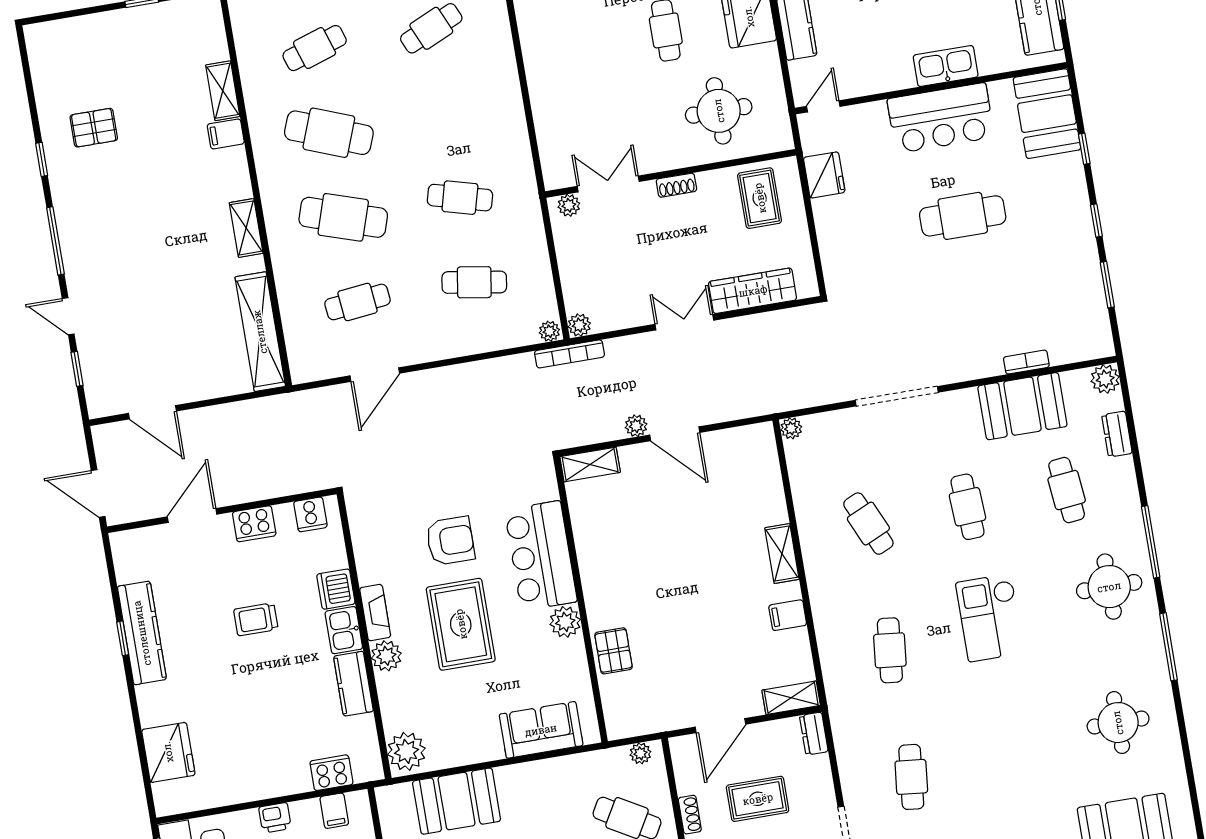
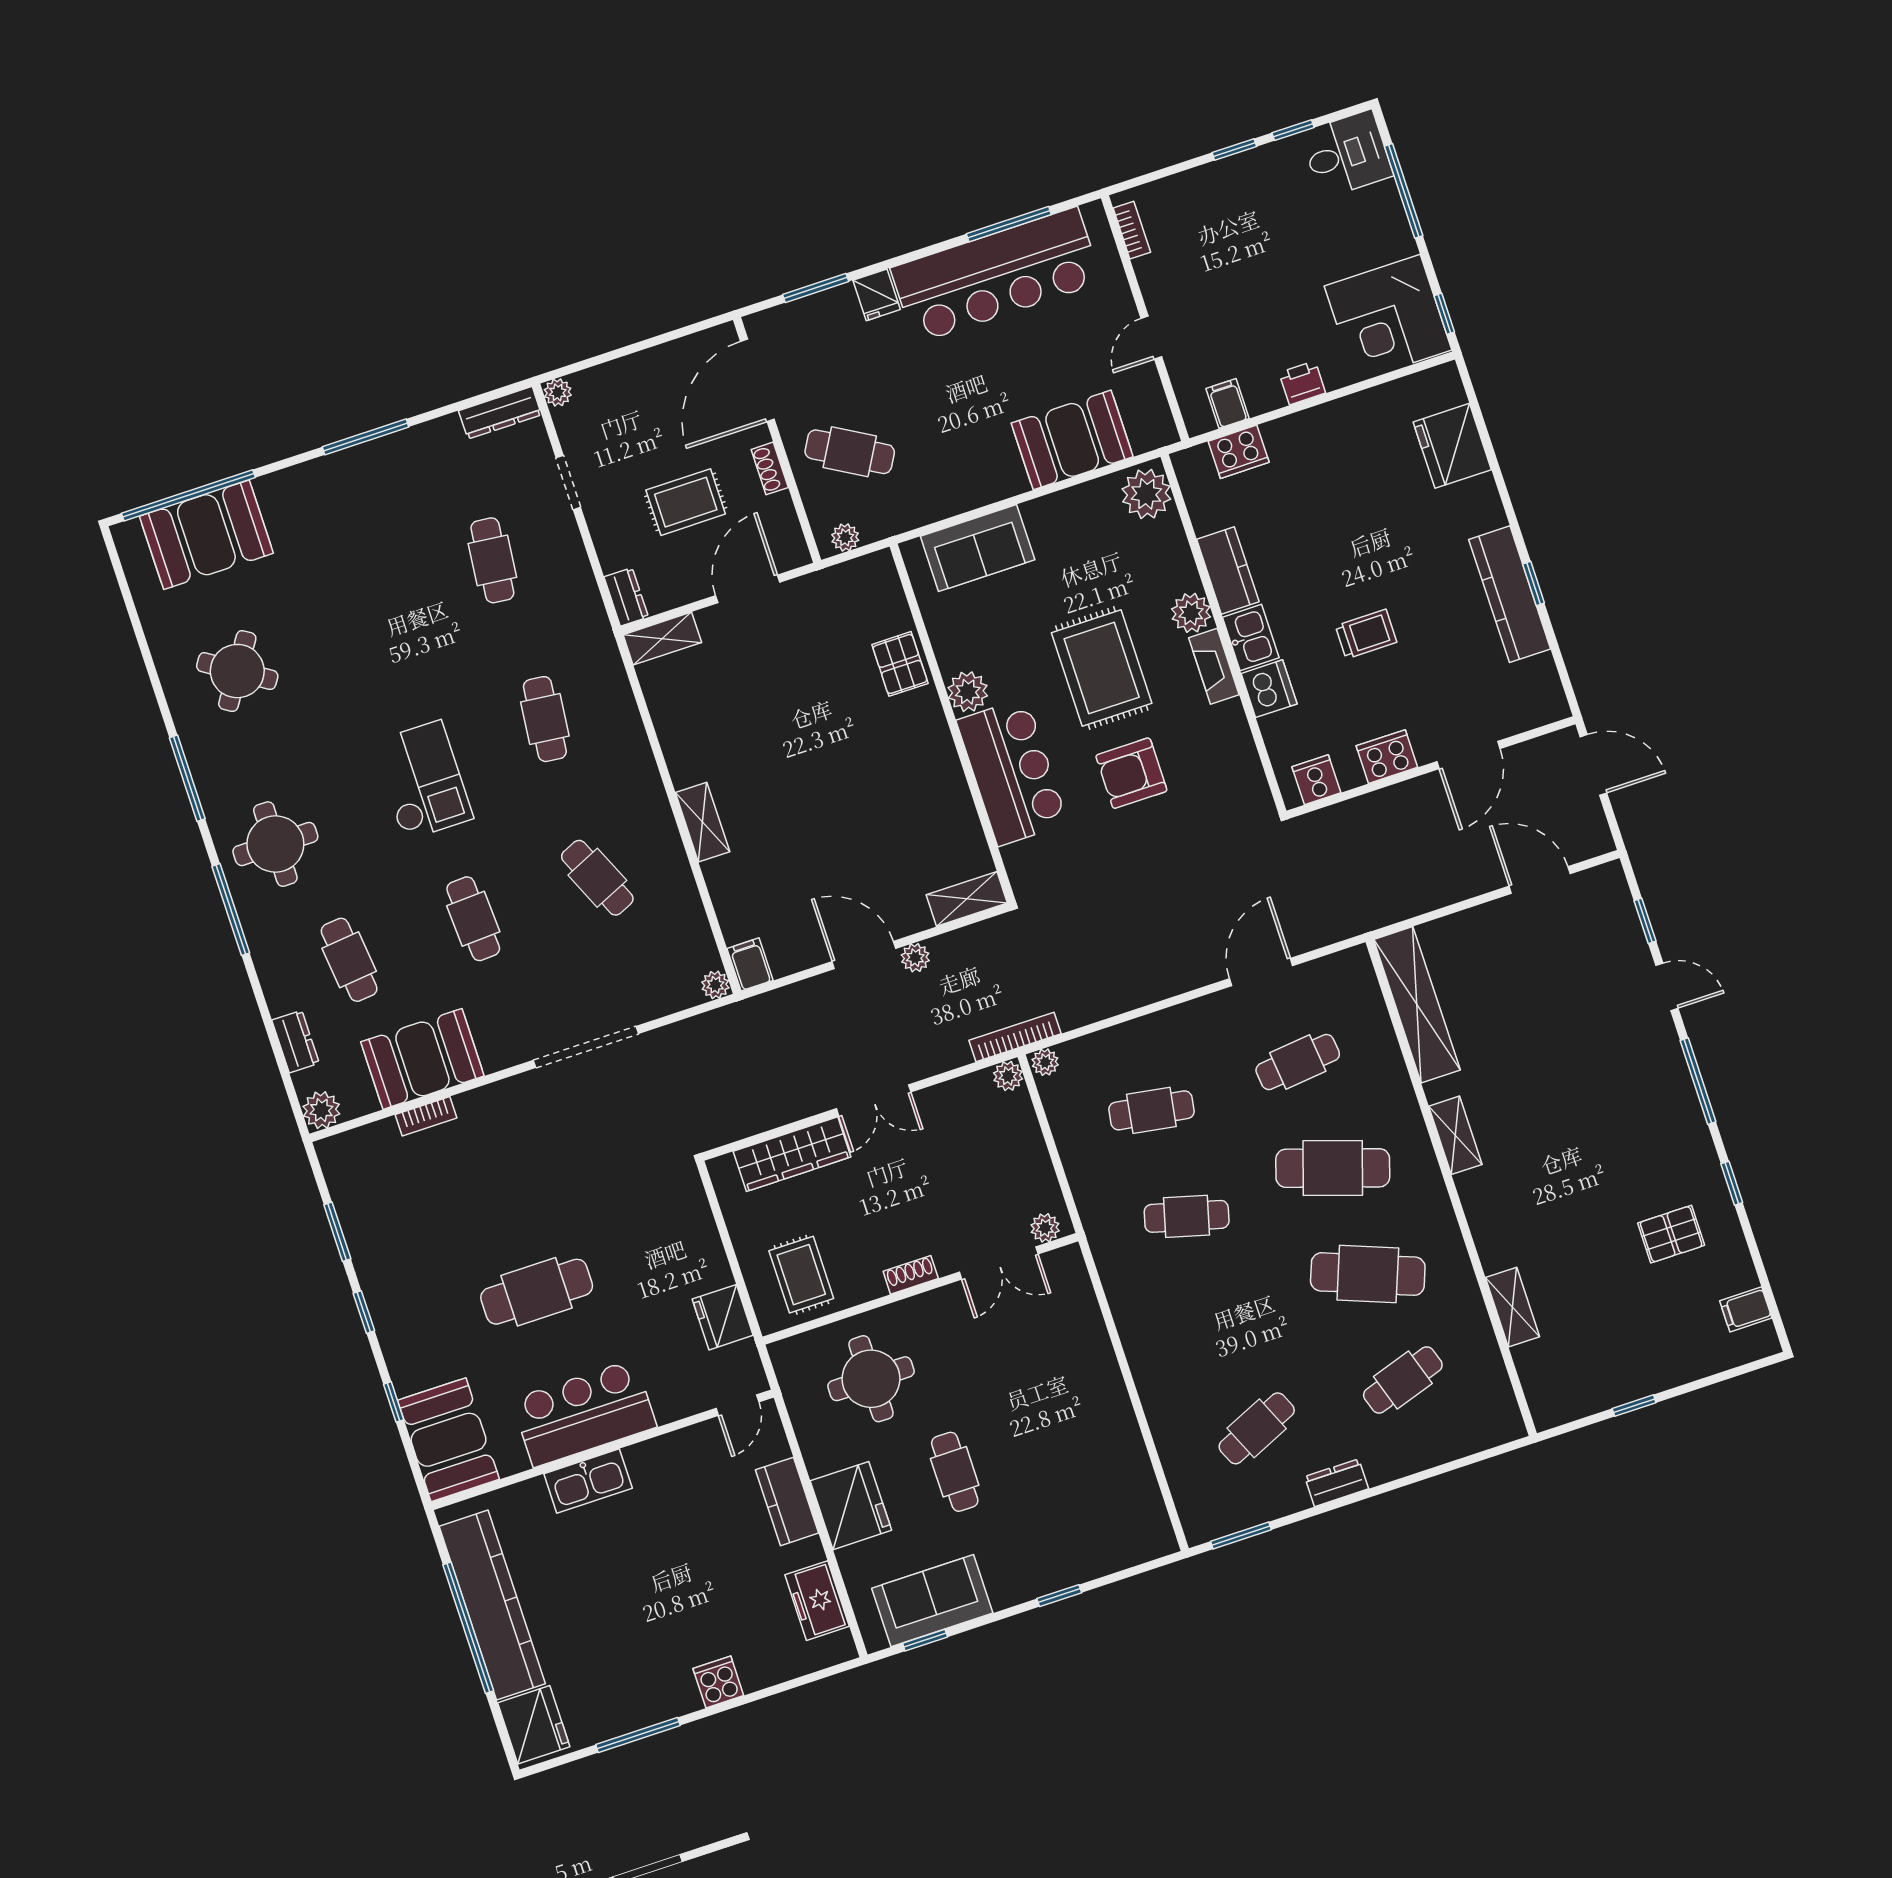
filing cabinet: (226, 134) -> (1746, 1309), moved, turned 180
filing cabinet: (788, 615) -> (750, 964), moved, turned -90
round table: (1118, 723) -> (237, 671), turned 33

